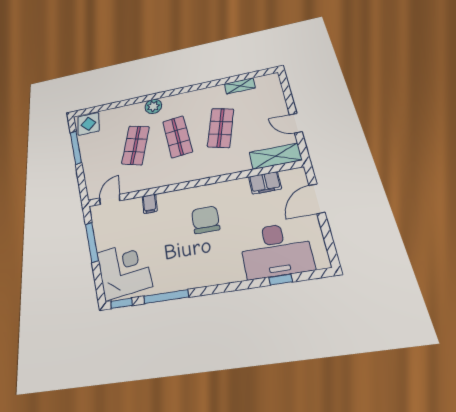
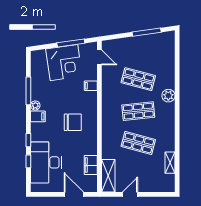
display table: (88, 124) -> (165, 43), removed
corner desk: (124, 269) -> (64, 63), moved
filing cabinet: (204, 275) -> (38, 116), added
plant: (188, 282) -> (35, 105), added
window: (121, 303) -> (28, 140), moved

